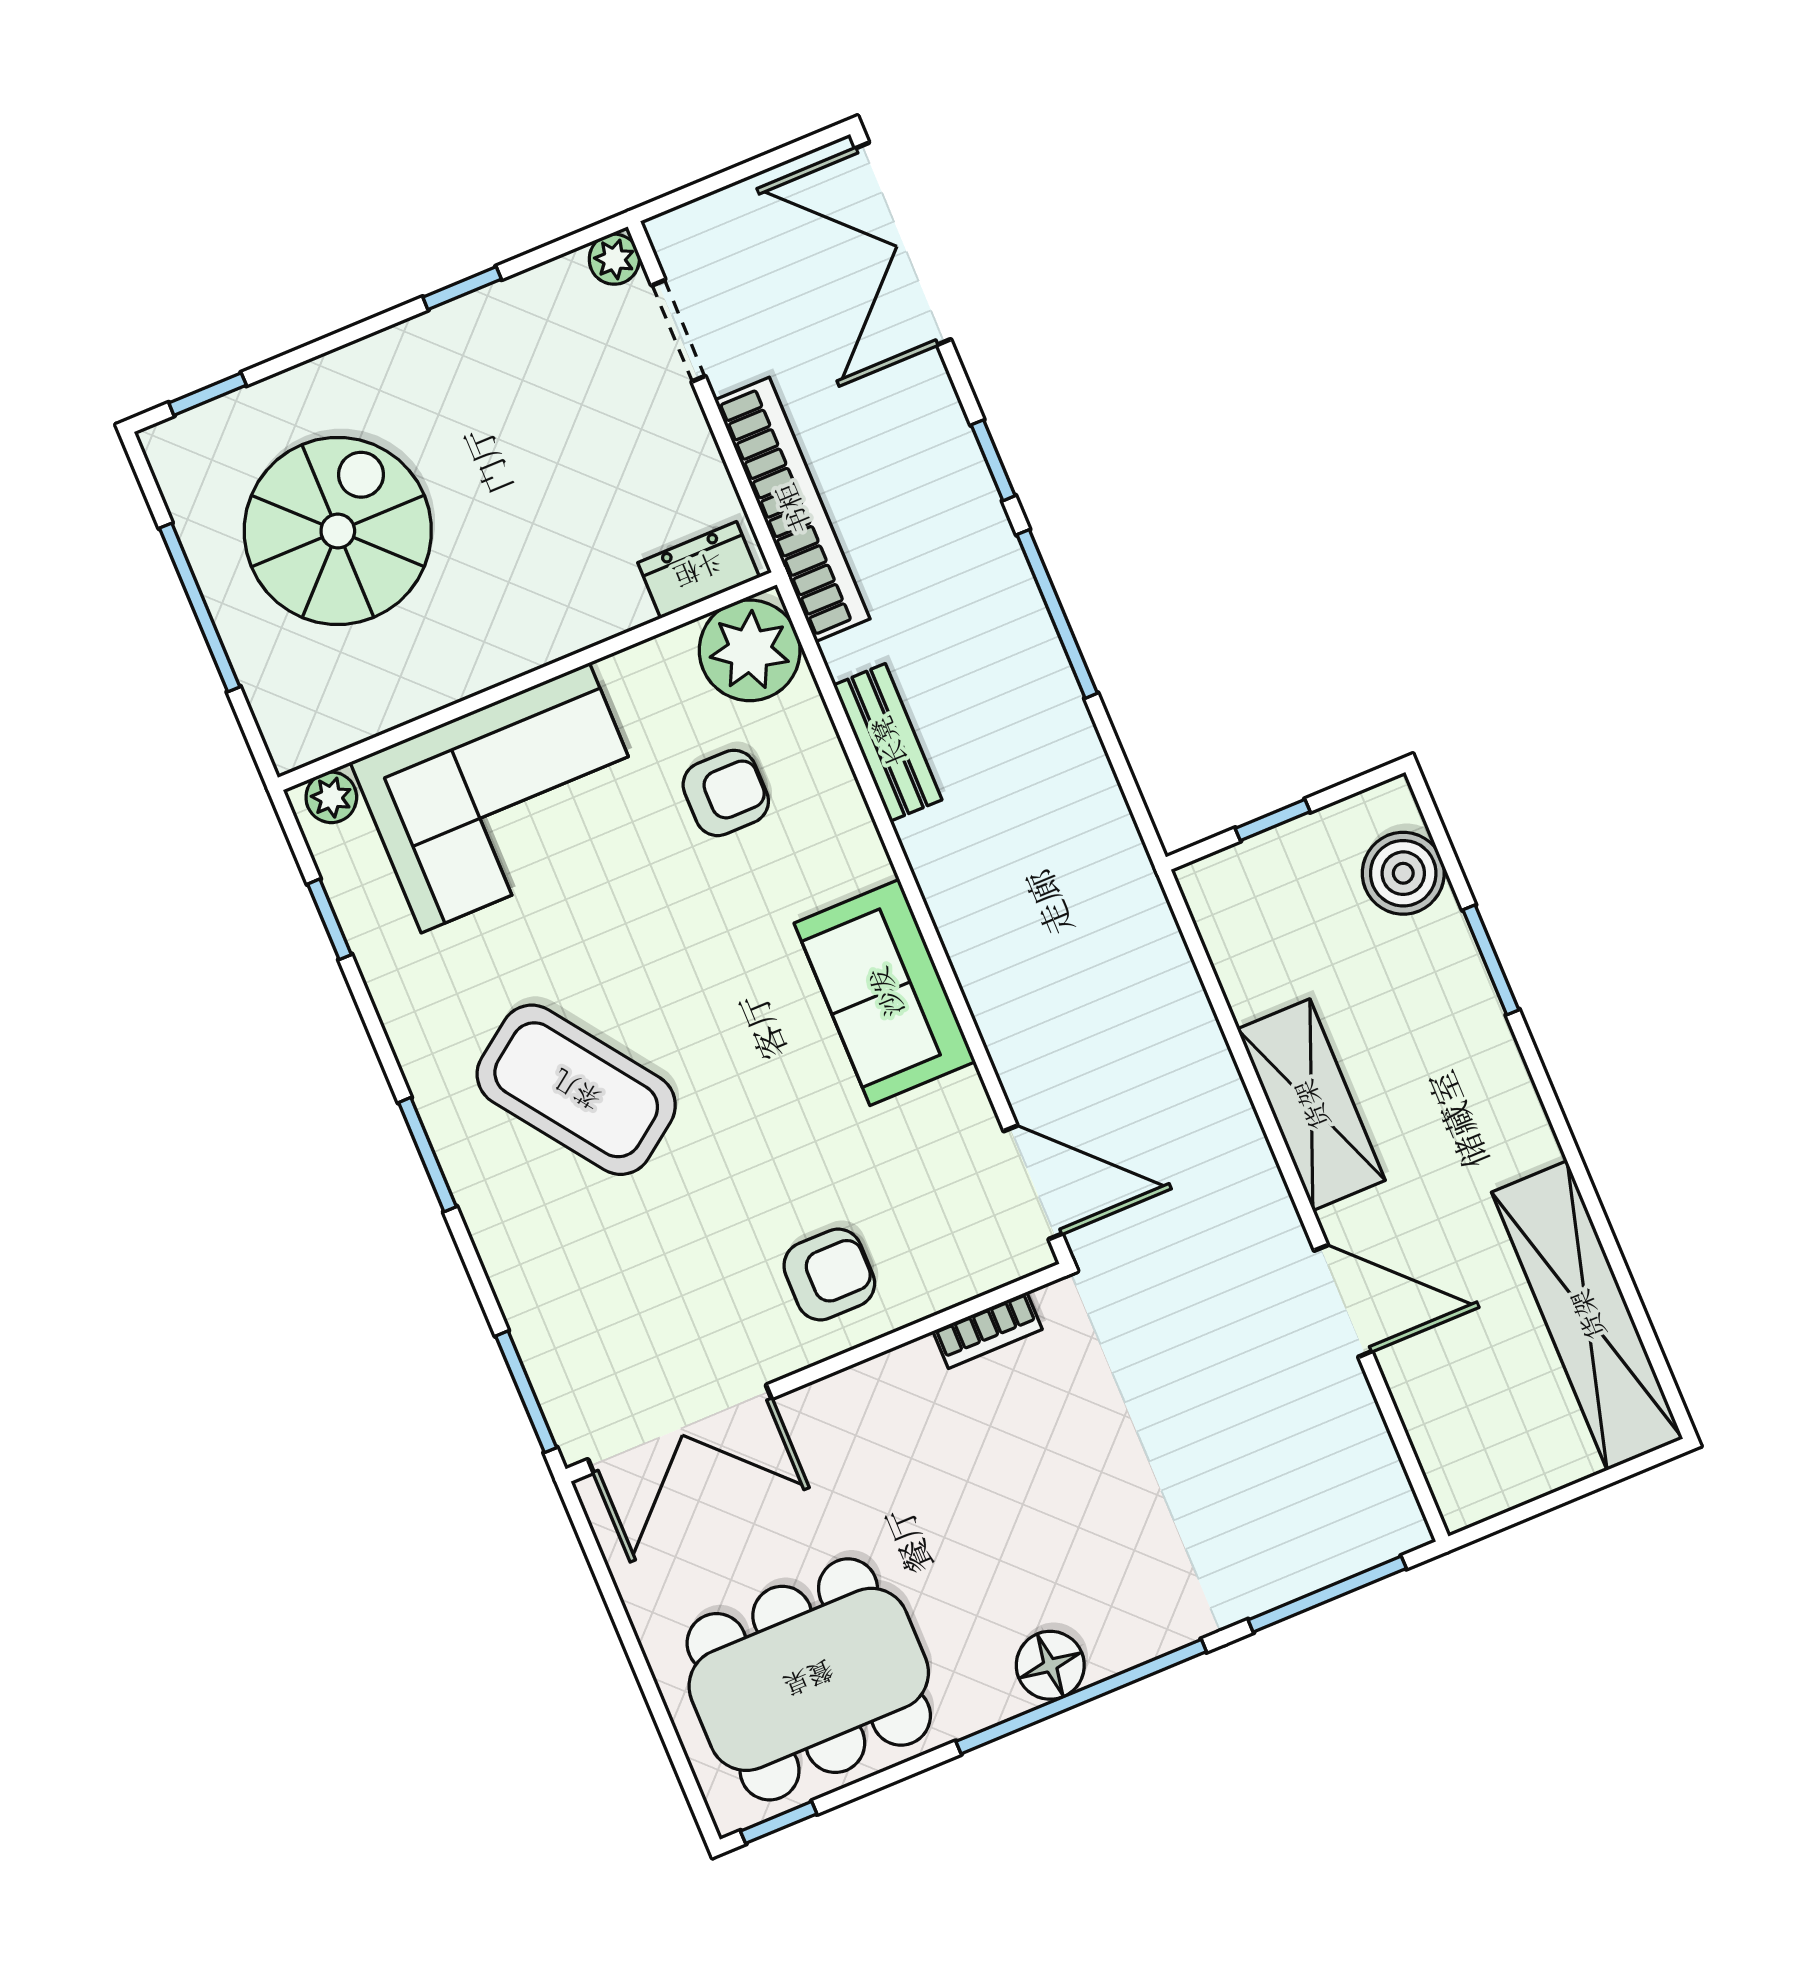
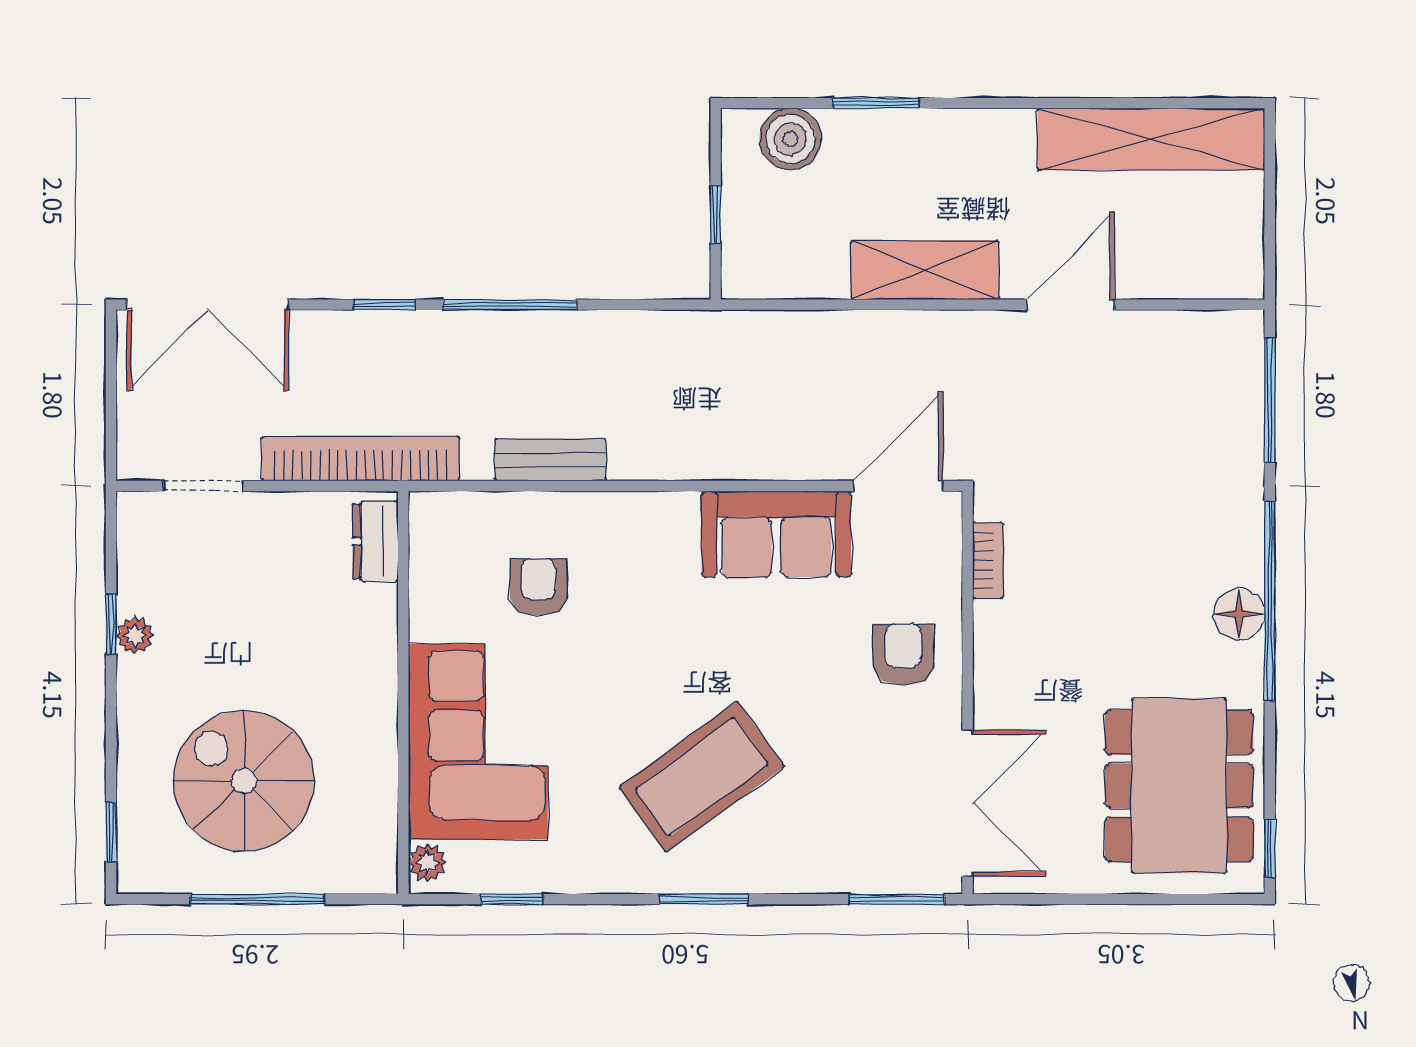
plant: (614, 259) -> (135, 635), moved
plant: (750, 650) -> (446, 529), removed
sofa: (885, 992) -> (776, 534), moved

